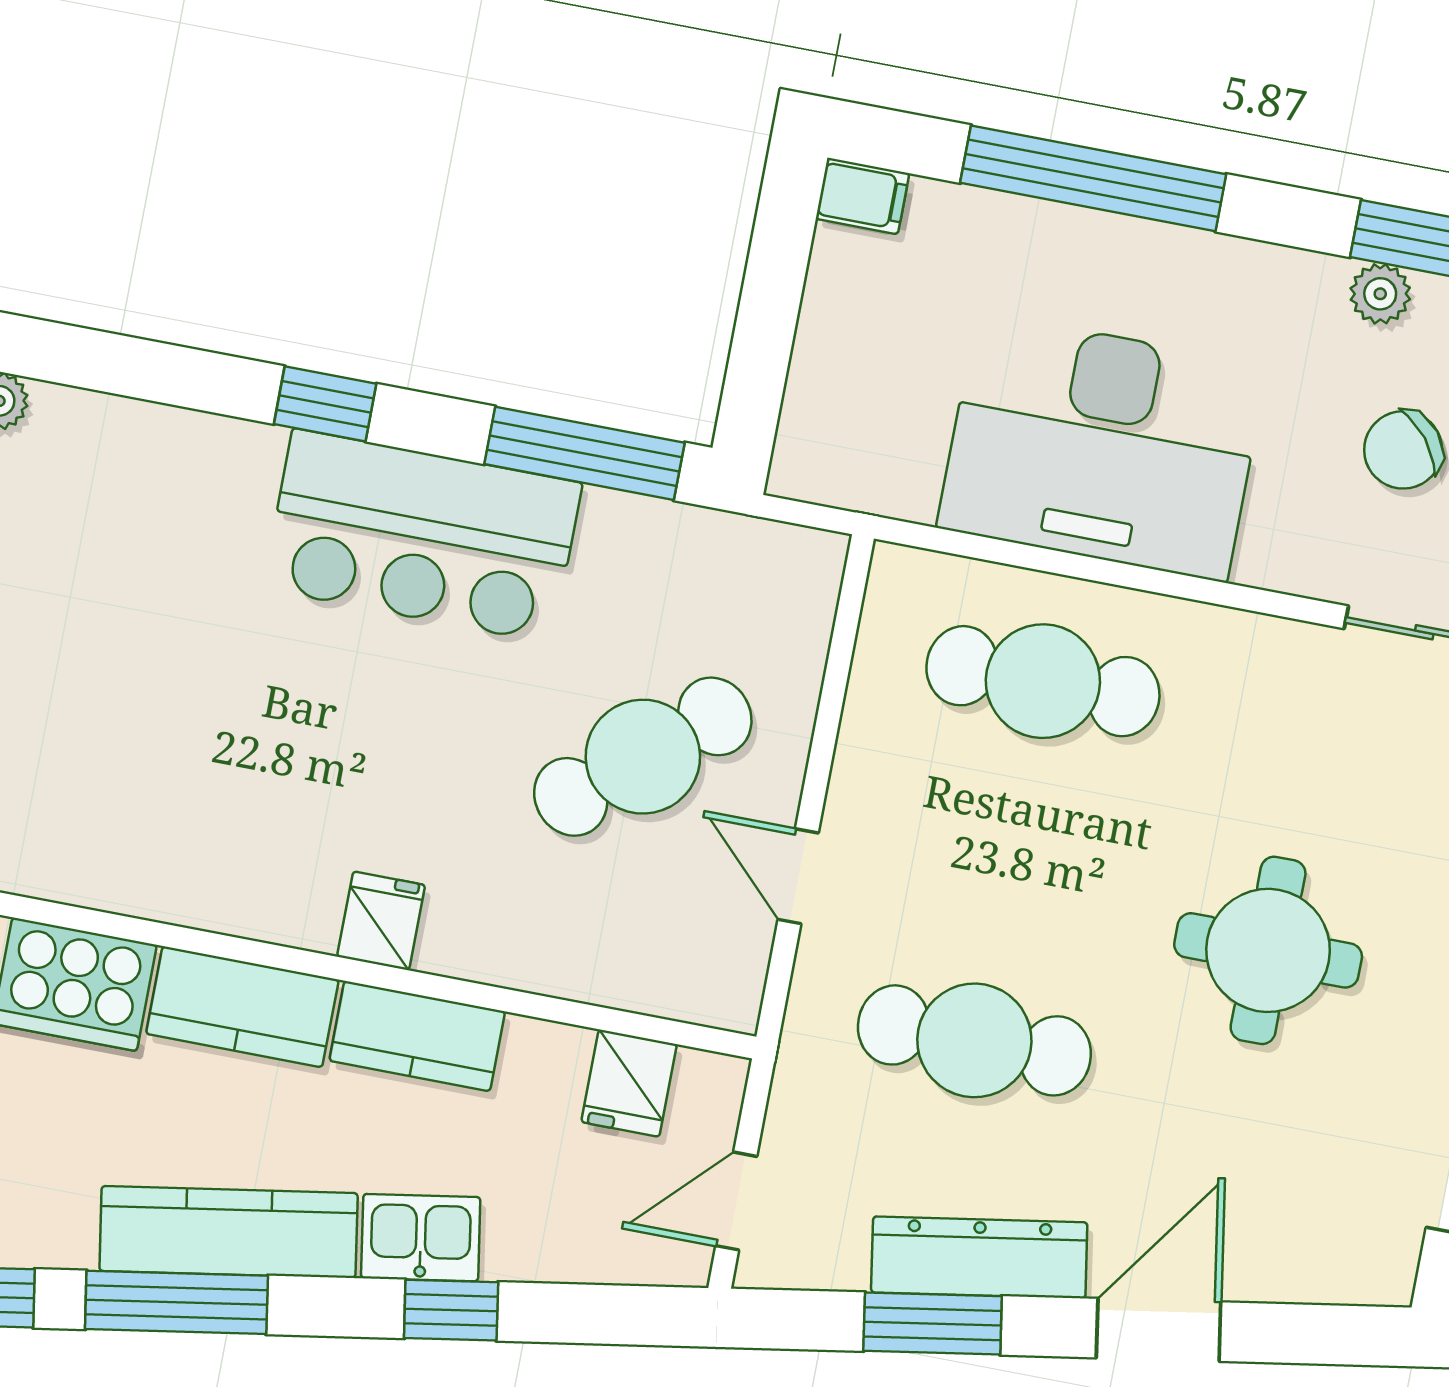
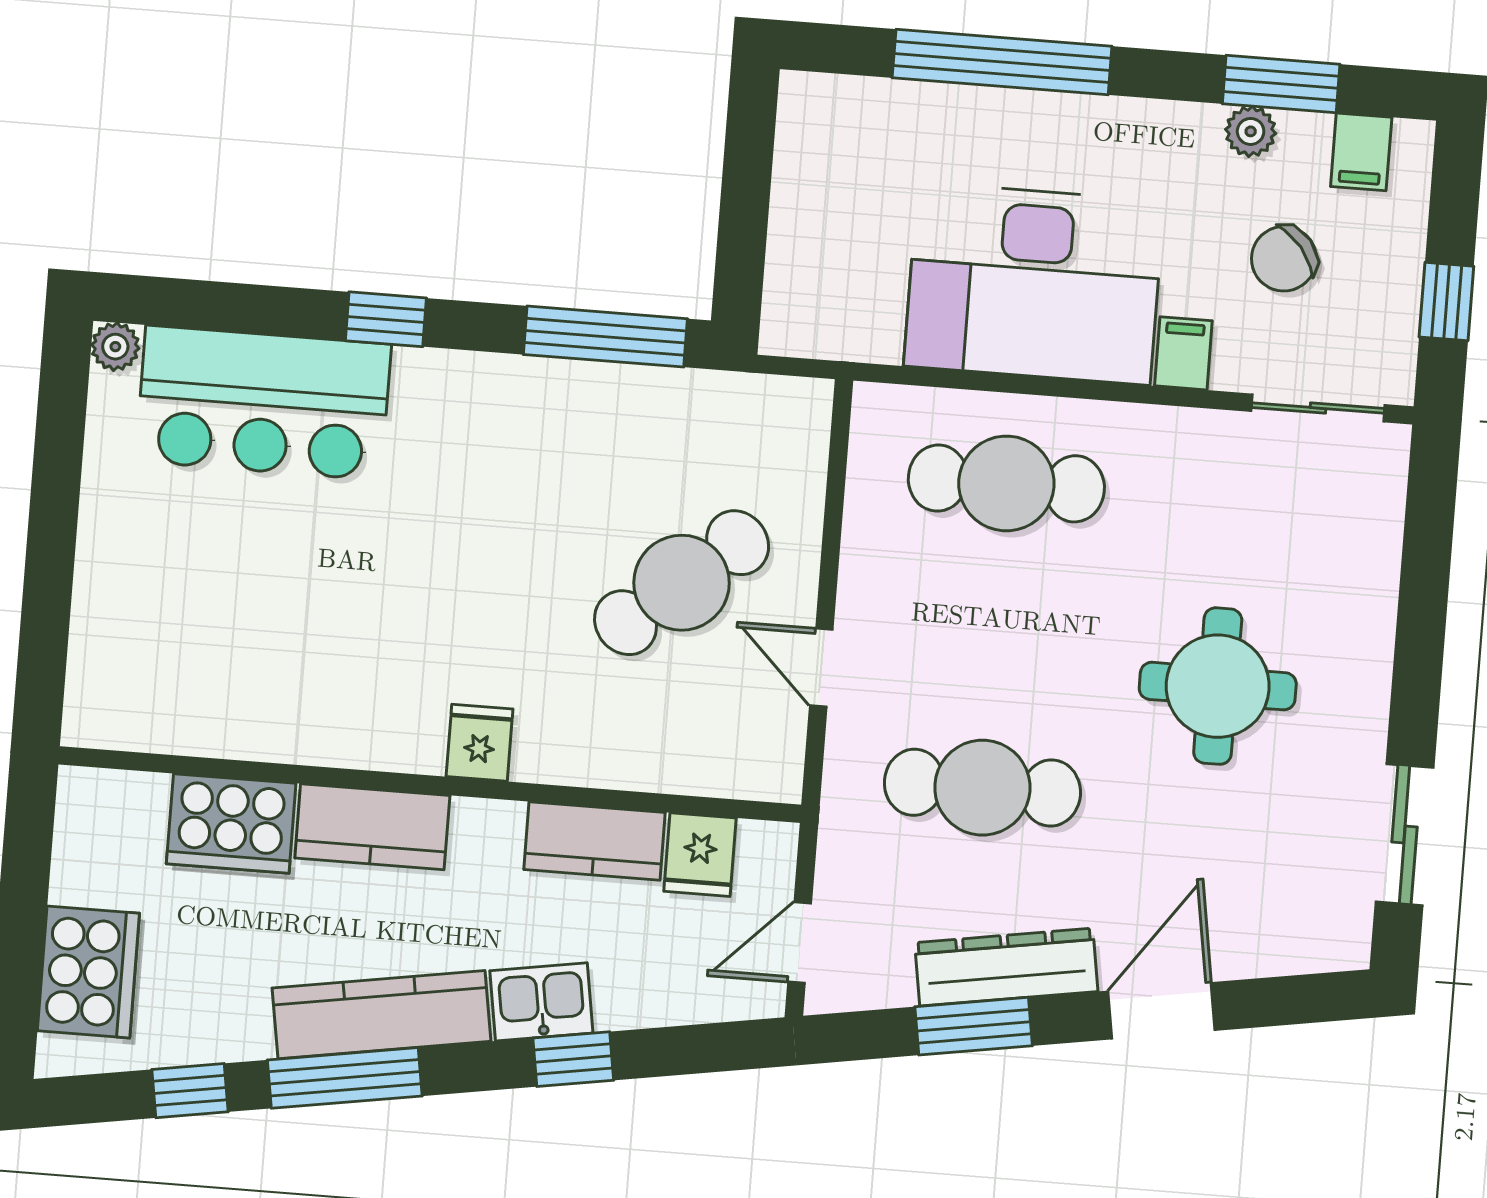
filing cabinet: (863, 196) -> (1183, 353), moved, turned -90
bar counter: (422, 536) -> (263, 403), moved
kitchen counter: (417, 1036) -> (595, 841), moved

